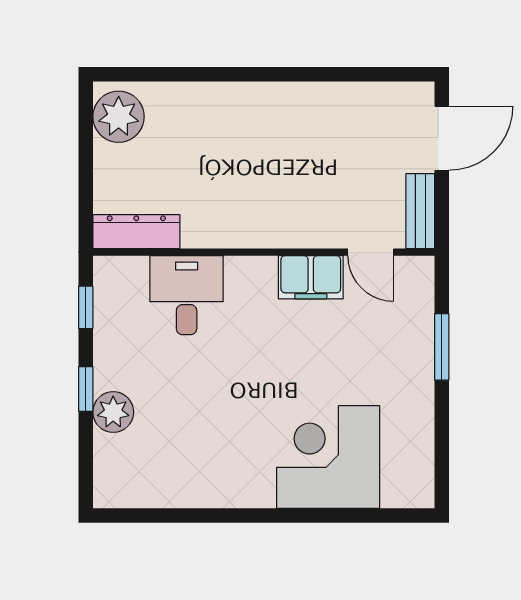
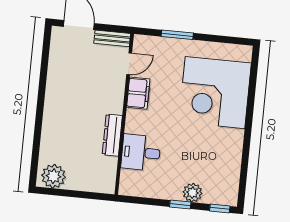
dresser: (136, 232) -> (112, 135), moved
window: (86, 307) -> (220, 208), moved
corner desk: (328, 457) -> (215, 93), width x1.36, depth x1.36

